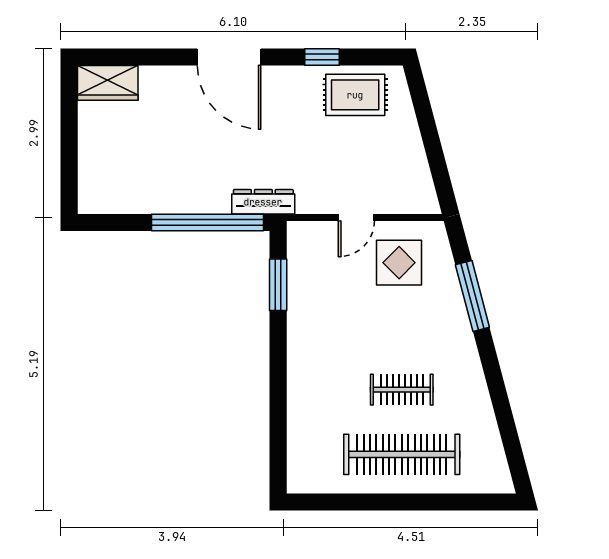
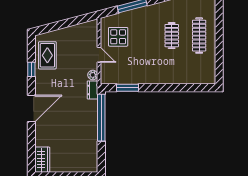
dresser: (263, 202) -> (92, 90), width x0.70
plant: (309, 202) -> (93, 75), added
clothes rail: (402, 454) -> (199, 36), width x0.73, depth x0.76

